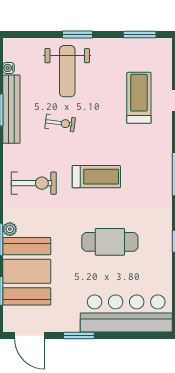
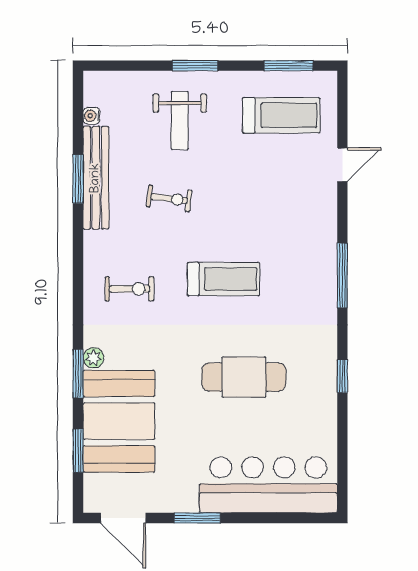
weight bench: (67, 71) -> (180, 121), width x0.73, depth x0.75
treadmill: (139, 98) -> (281, 115), moved, turned 90
exercise bike: (34, 183) -> (130, 289), width x0.73, depth x0.72

